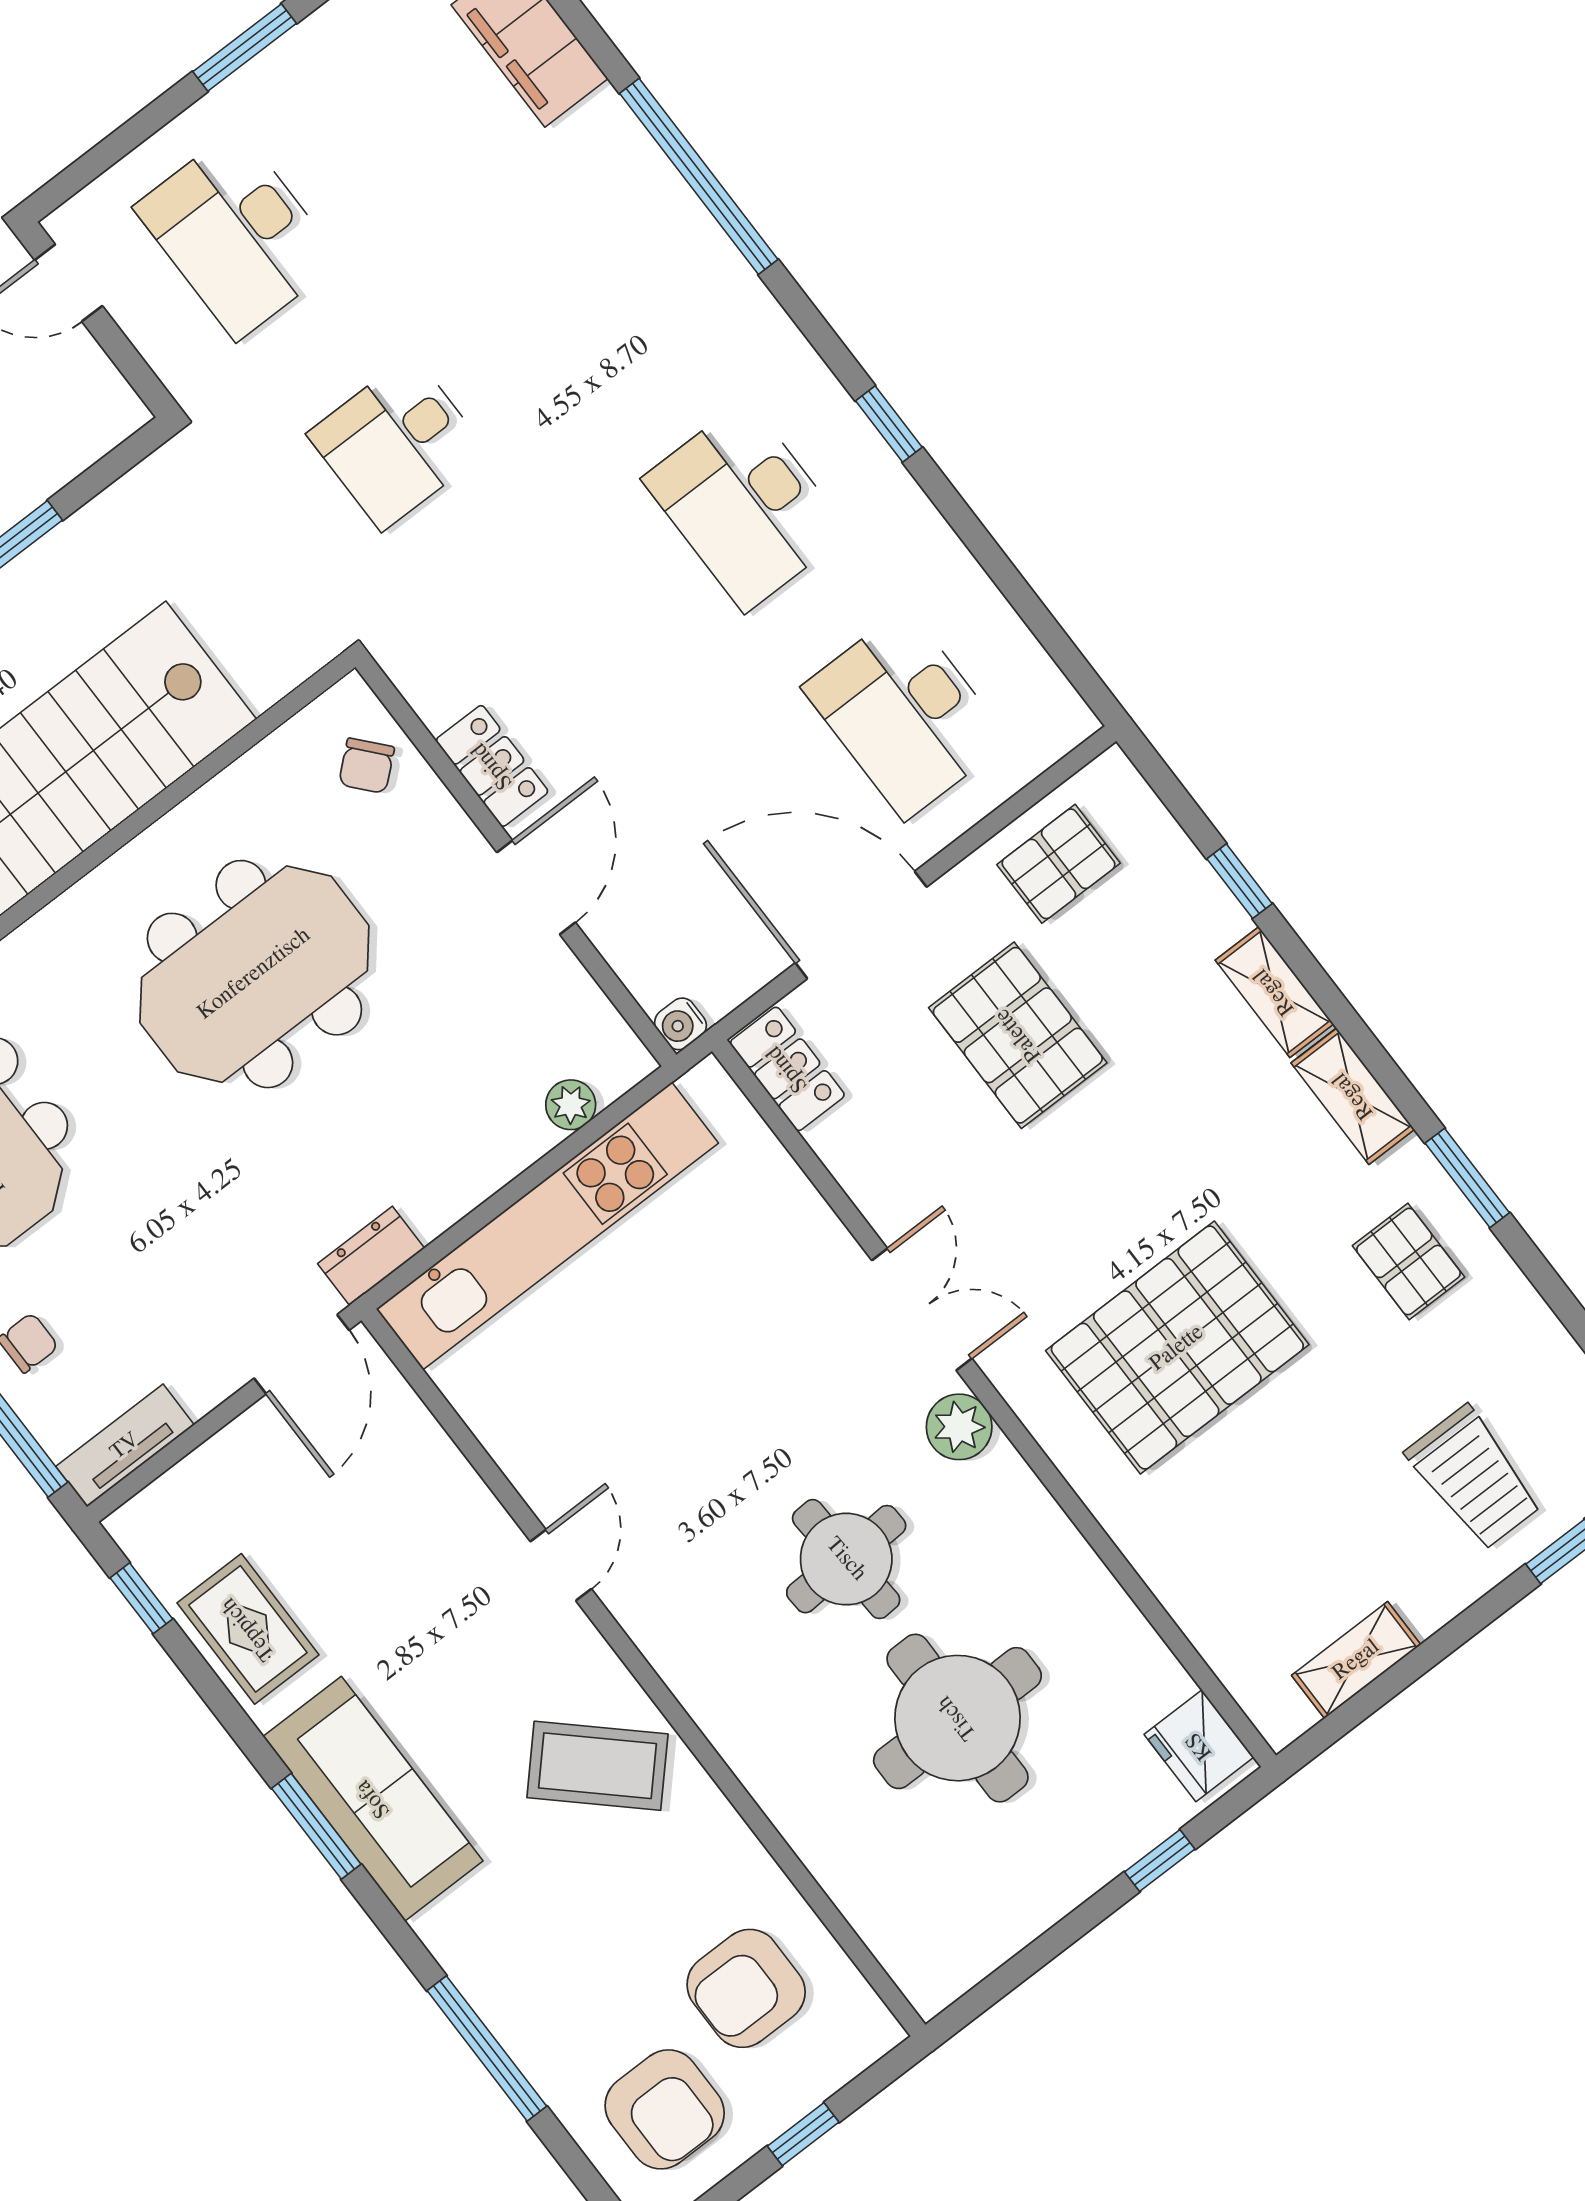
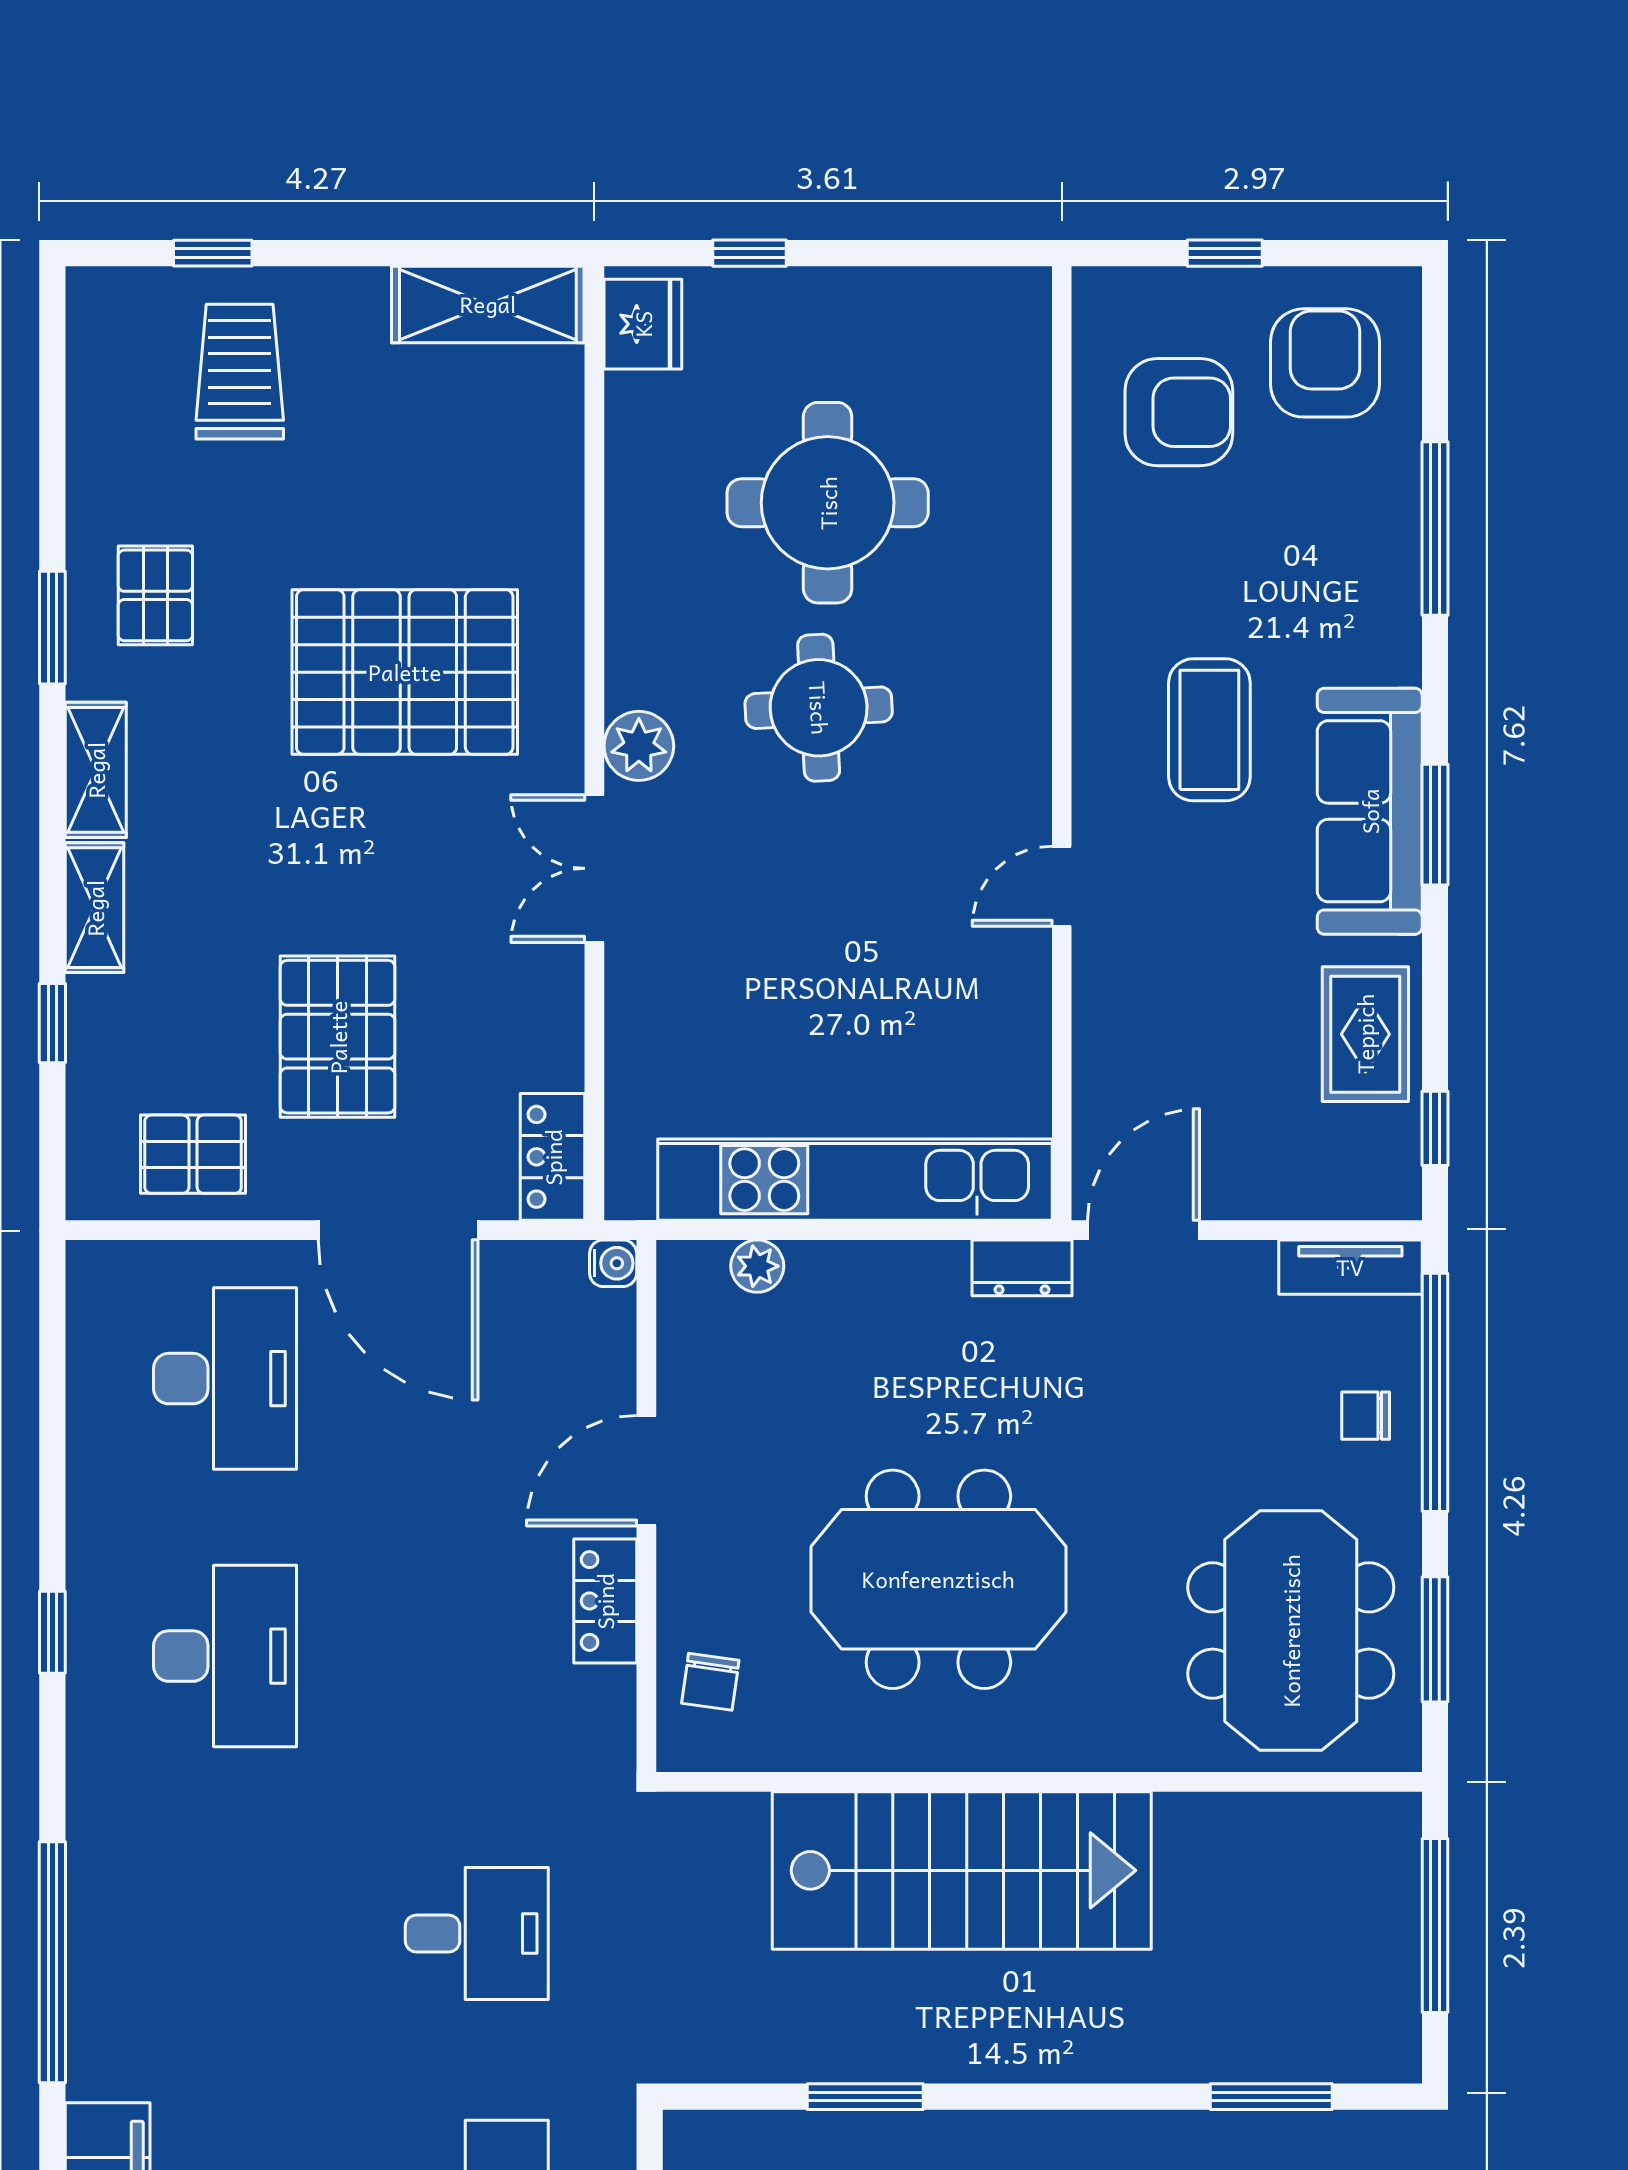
chair: (367, 766) -> (710, 1682), turned 139
shelving: (1356, 1660) -> (488, 304), width x1.50, depth x1.33
coffee table: (597, 1766) -> (1209, 730), moved, turned 47

